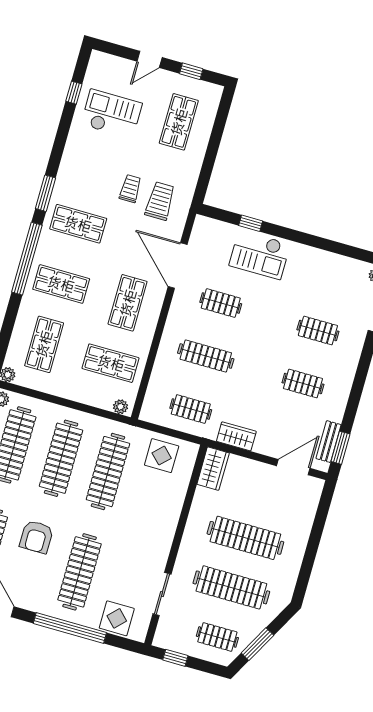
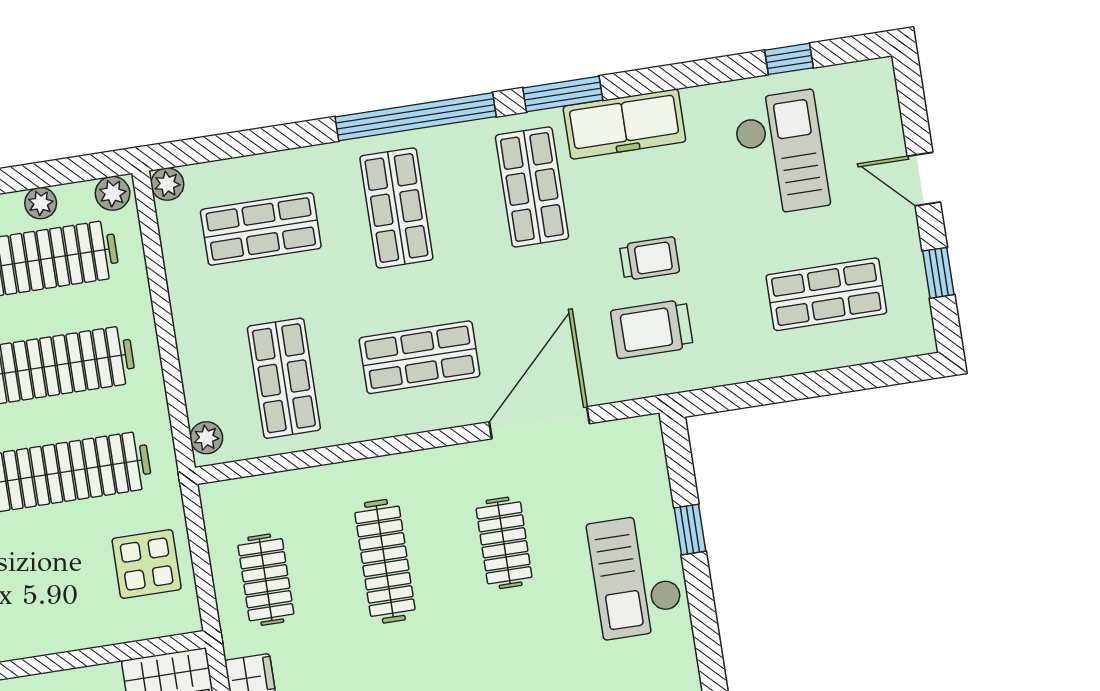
freezer: (70, 173) -> (624, 124), added
trolley: (160, 201) -> (652, 329), turned 180

